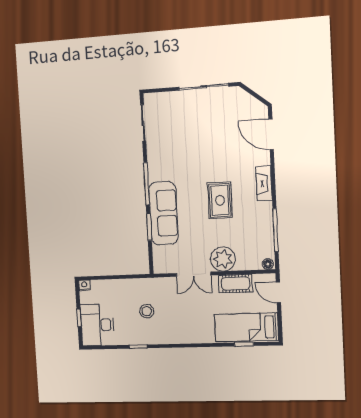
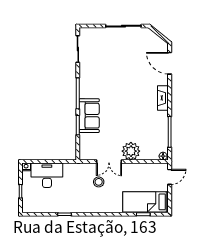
rug: (220, 200) -> (131, 108), removed
sofa: (163, 213) -> (89, 116), width x0.73
cot: (236, 283) -> (139, 169), removed
door: (278, 292) -> (170, 177), swing flipped
stool: (147, 311) -> (99, 182), moved
desk: (97, 325) -> (47, 175), moved, turned 90

